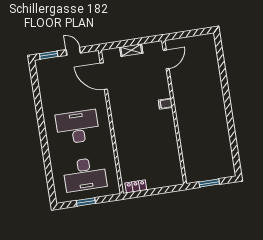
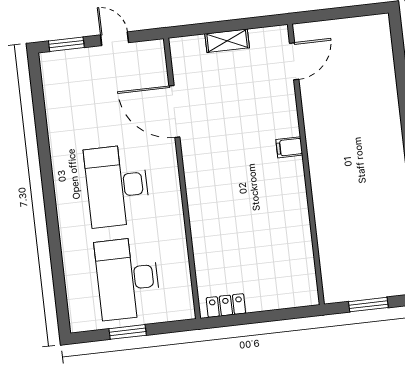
door: (104, 76) -> (174, 111), moved
desk: (77, 127) -> (117, 186), turned -90
desk: (85, 174) -> (128, 278), turned 90

